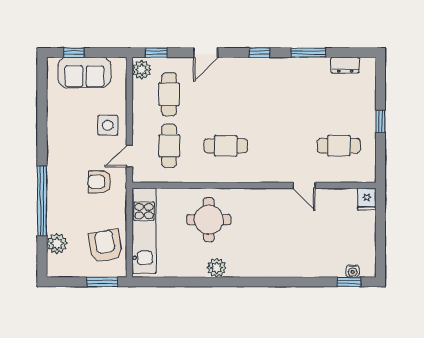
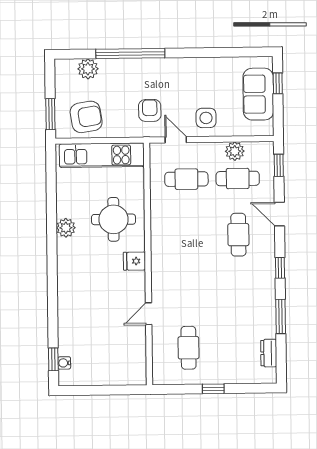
plant: (142, 70) -> (235, 151), moved
cafe table: (226, 146) -> (238, 235), moved
fridge: (367, 199) -> (134, 261), moved

